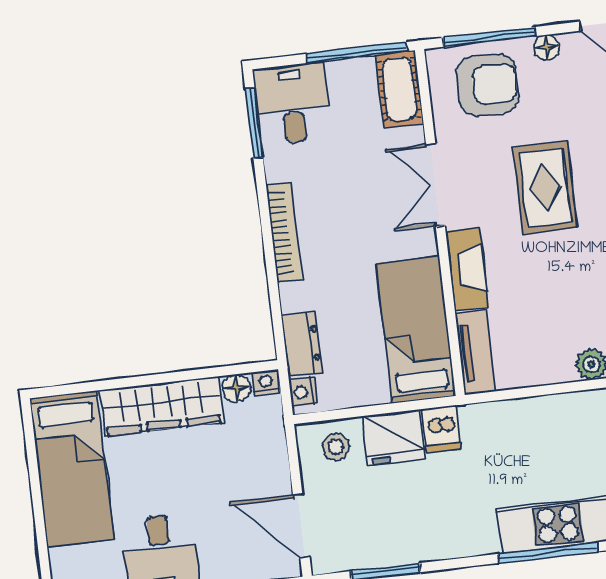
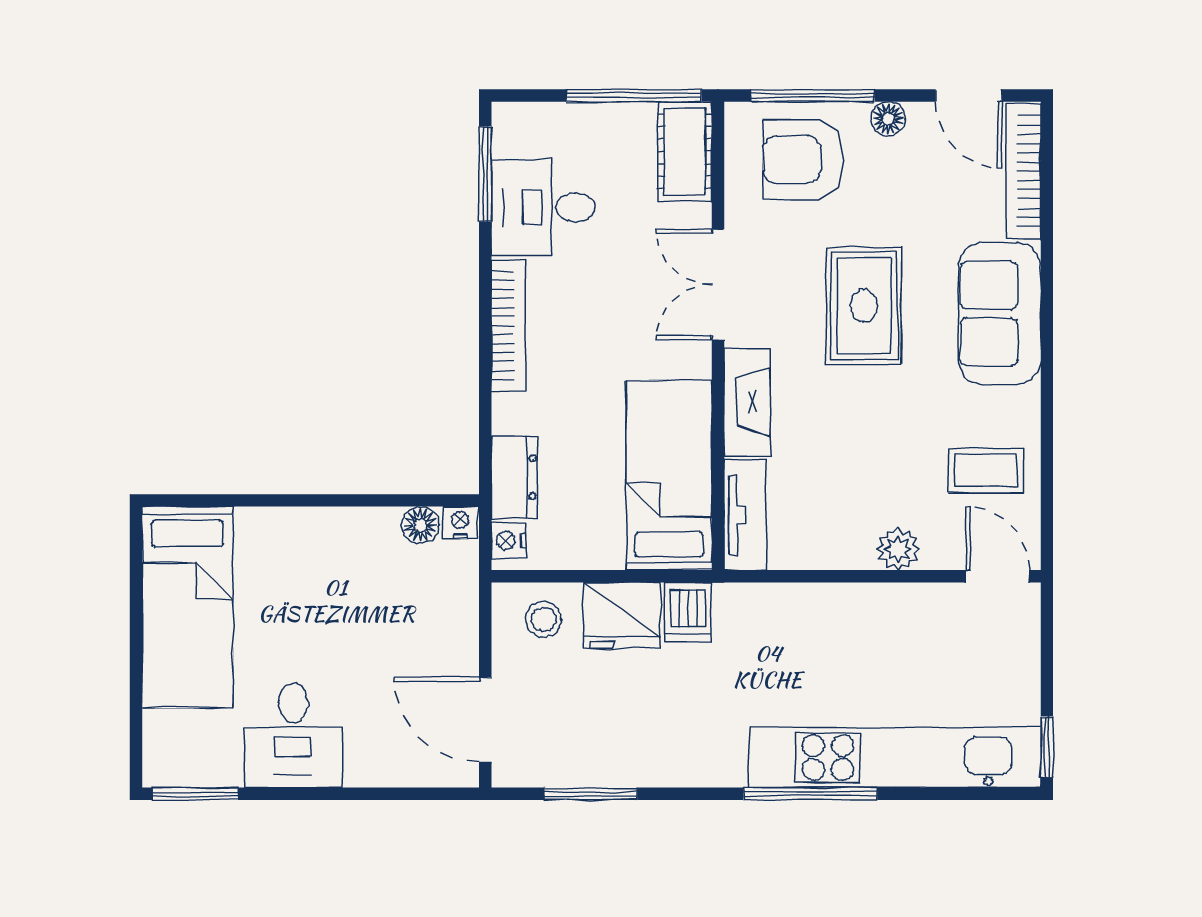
armchair: (487, 85) -> (803, 160), turned 180
desk: (292, 103) -> (543, 207), moved, turned -90
wardrobe: (162, 406) -> (317, 537), removed

